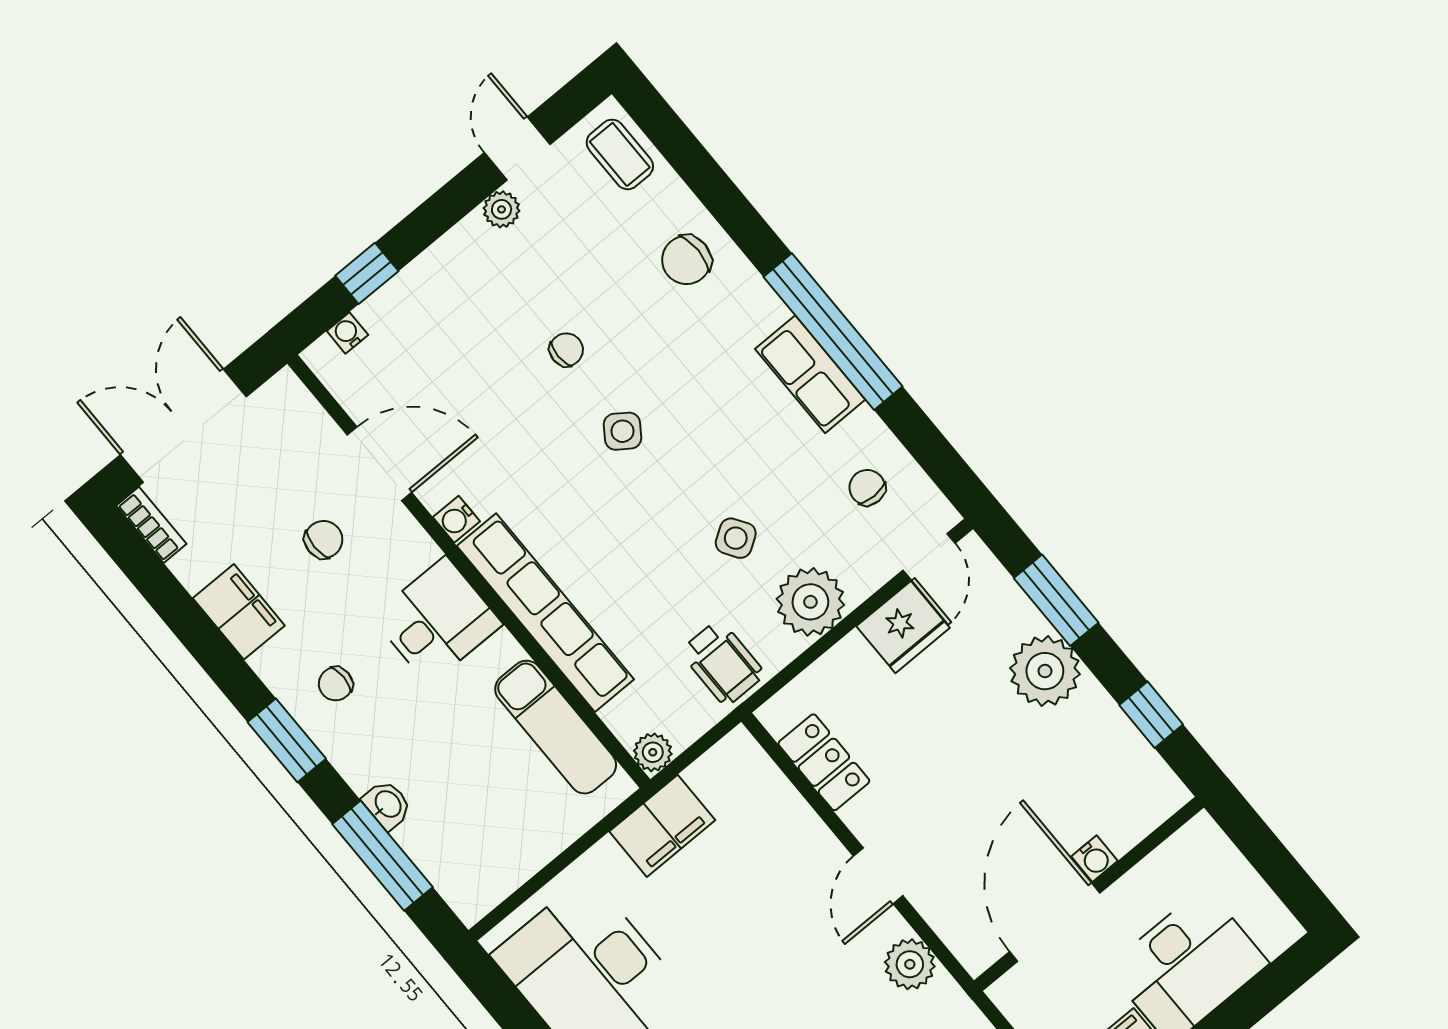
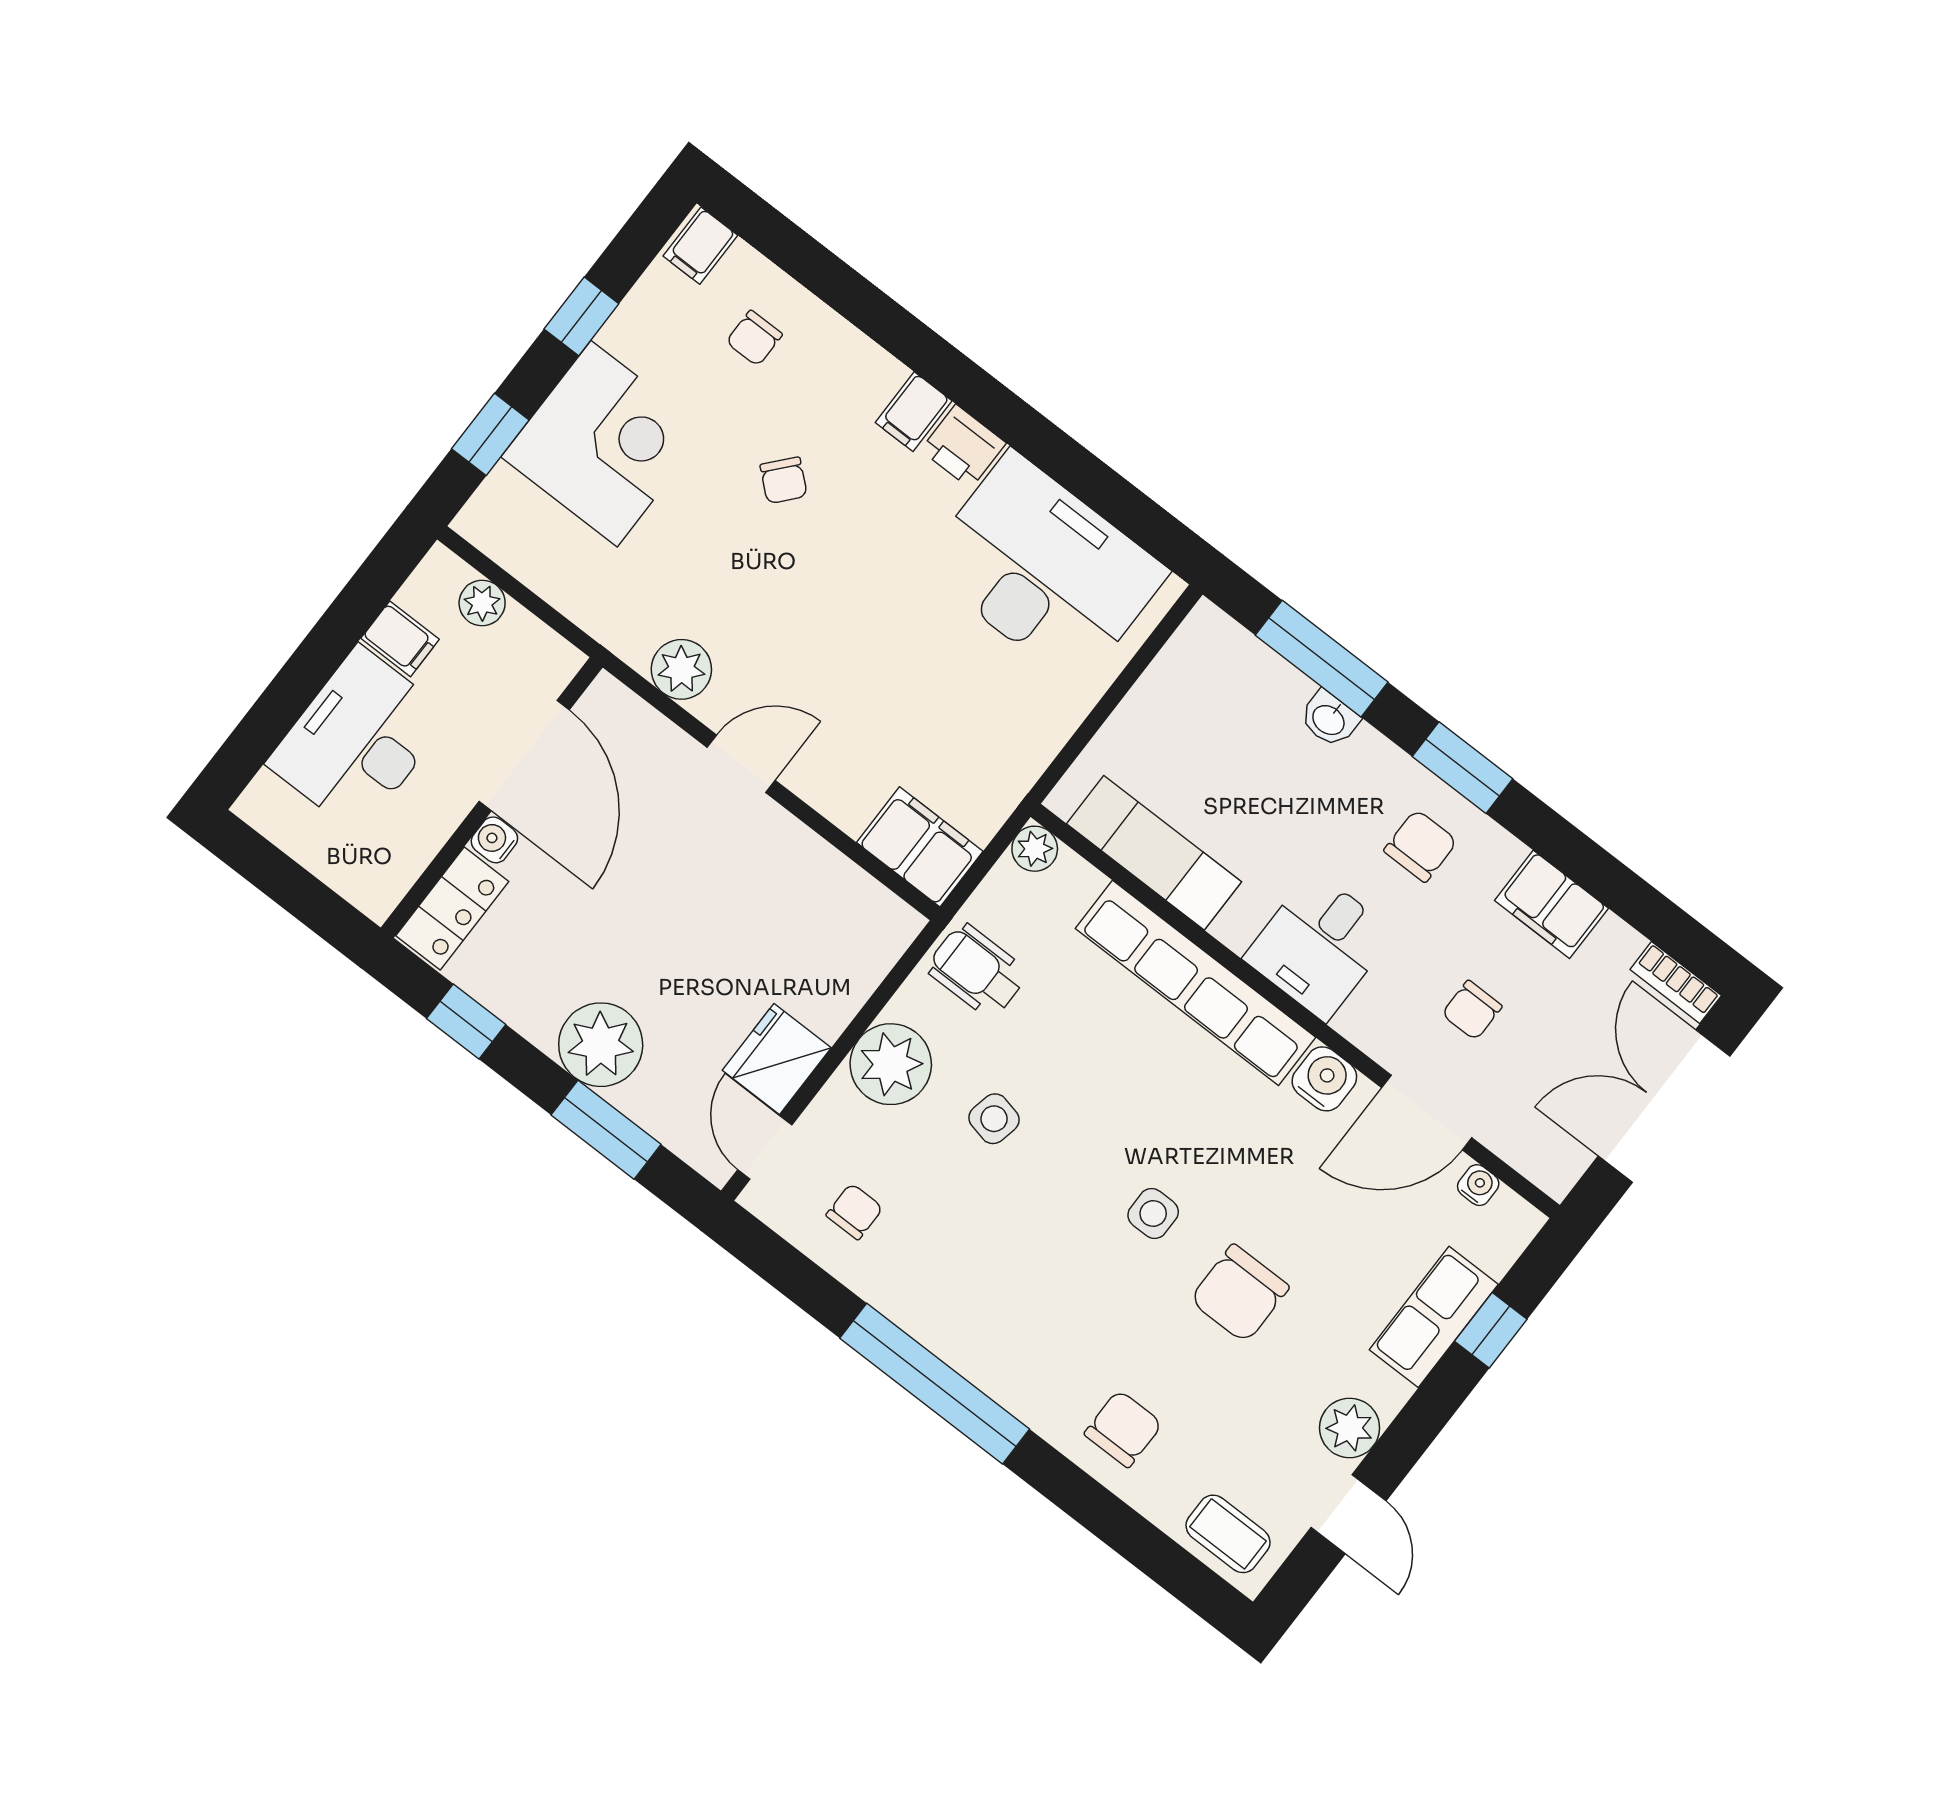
plant: (502, 209) -> (1350, 1428), width x1.38, depth x1.38
water cooler: (347, 333) -> (1478, 1185), moved, turned -90
chair: (566, 350) -> (1239, 1293), width x1.87, depth x1.87
row of seats: (810, 374) -> (1434, 1317), moved, turned -90
double door: (183, 426) -> (1664, 1106), swing flipped
side table: (622, 431) -> (1153, 1213), turned -35
chair: (867, 488) -> (854, 1212), turned -90
water cooler: (456, 519) -> (1324, 1079), width x1.38, depth x1.38
side table: (736, 538) -> (994, 1119), turned 45
chair: (336, 684) -> (1421, 846), width x1.37, depth x1.37
locker: (824, 762) -> (452, 909), moved, turned -90
filing cabinet: (662, 826) -> (920, 847), moved, turned 90
door: (878, 876) -> (741, 764), hinge flipped

